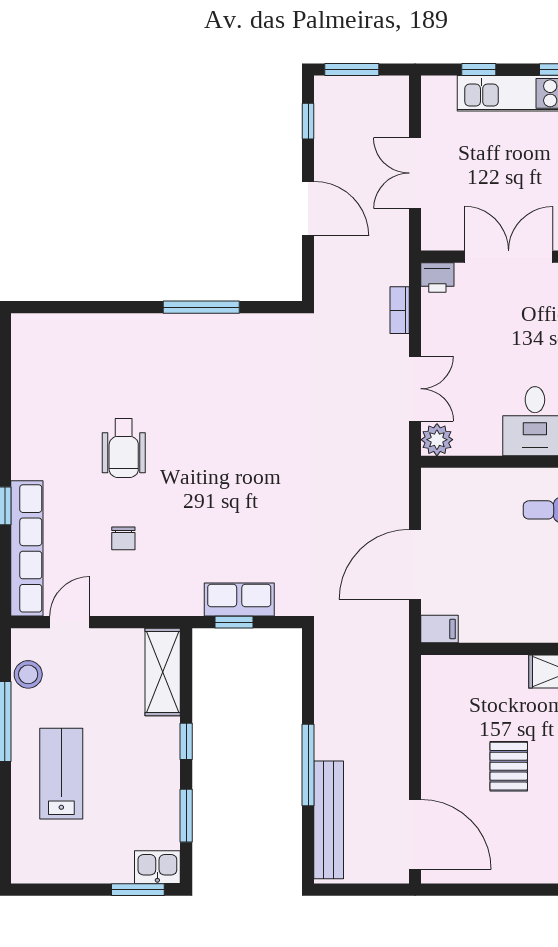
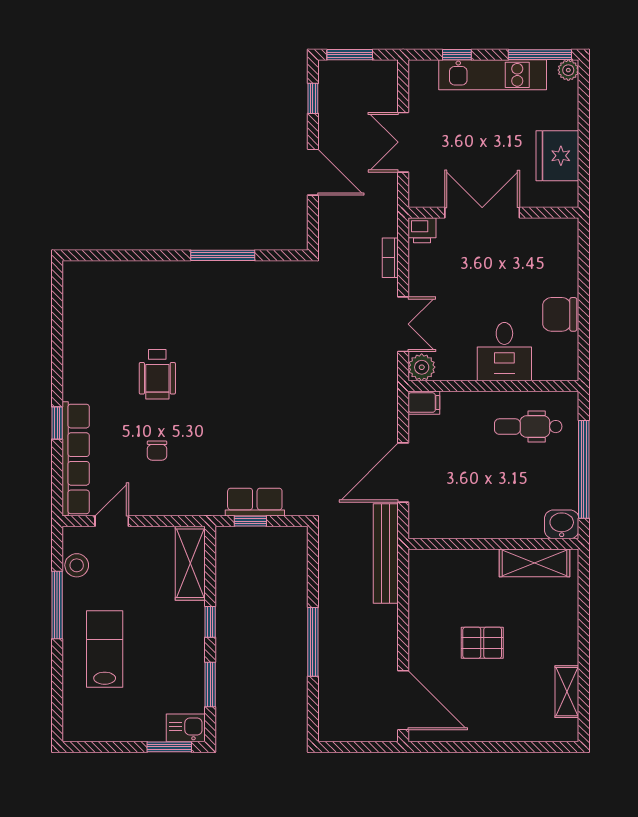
filing cabinet: (440, 629) -> (424, 403), moved
pallet: (509, 766) -> (482, 643), turned 90
bench: (329, 820) -> (386, 553), moved

